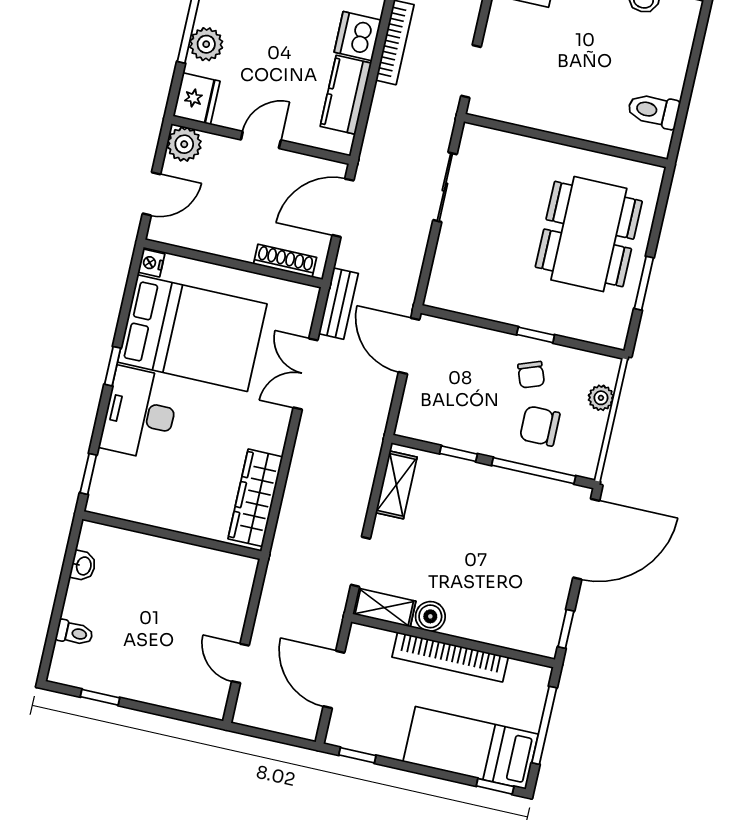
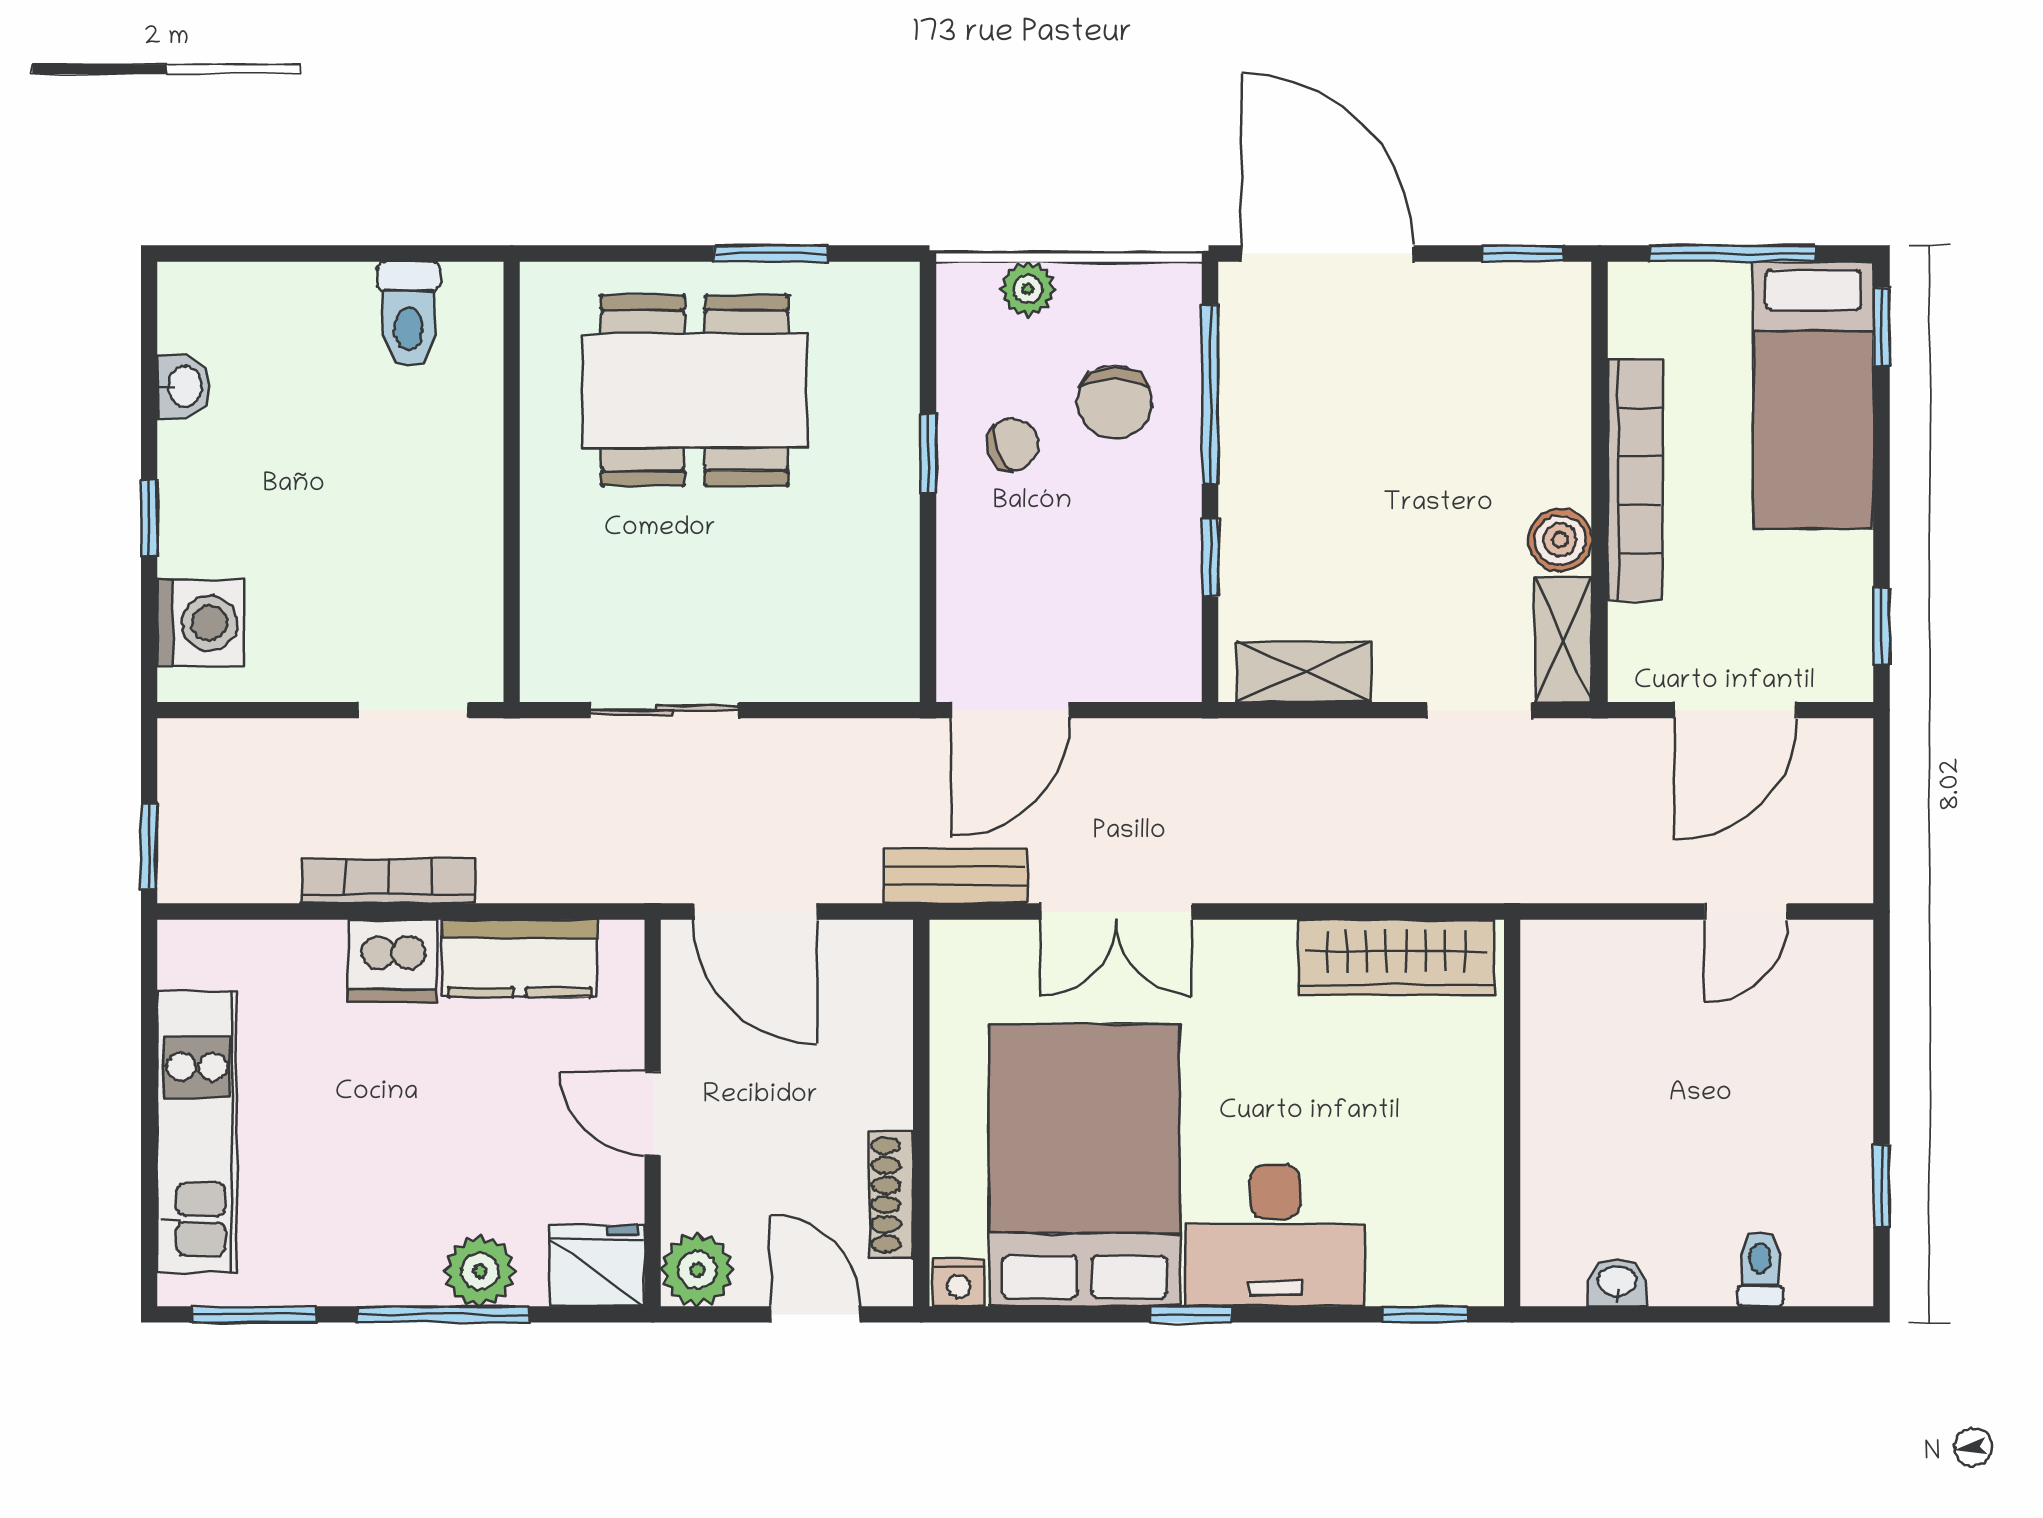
shoe rack: (285, 261) -> (891, 1195), moved

